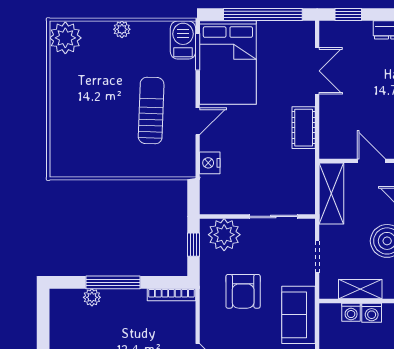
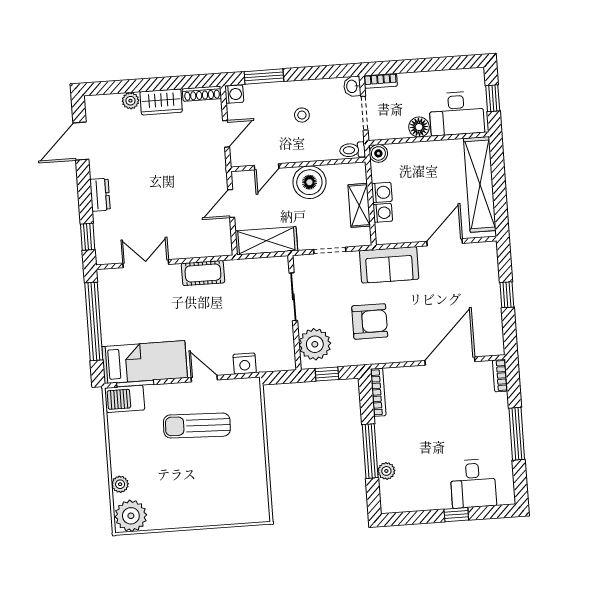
plant: (122, 29) -> (120, 484), moved
bed: (228, 63) -> (145, 362), width x0.67

